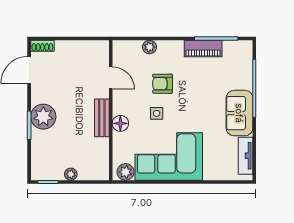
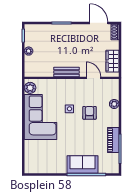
wardrobe: (86, 50) -> (112, 61), added
door: (111, 78) -> (93, 78), swing flipped
sofa: (239, 113) -> (83, 165), moved
plant: (43, 117) -> (67, 33), removed
floor lamp: (120, 123) -> (63, 84), removed
tv unit: (246, 156) -> (41, 169), removed

